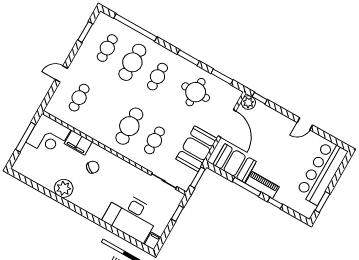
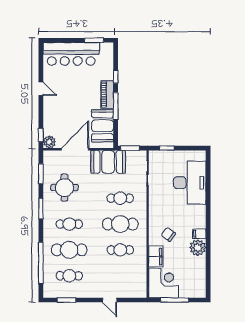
cafe table: (79, 98) -> (120, 250), moved
filing cabinet: (153, 241) -> (199, 234), moved

